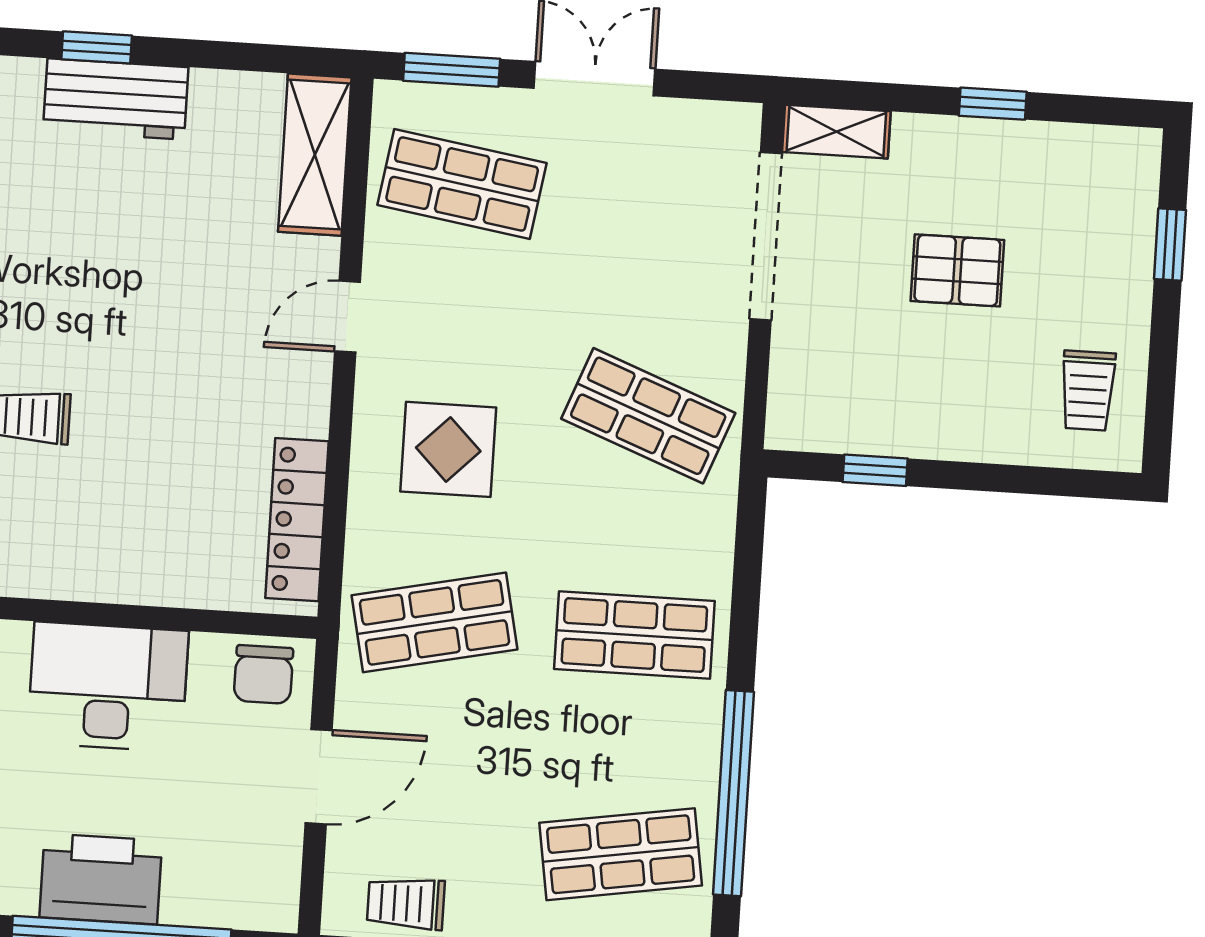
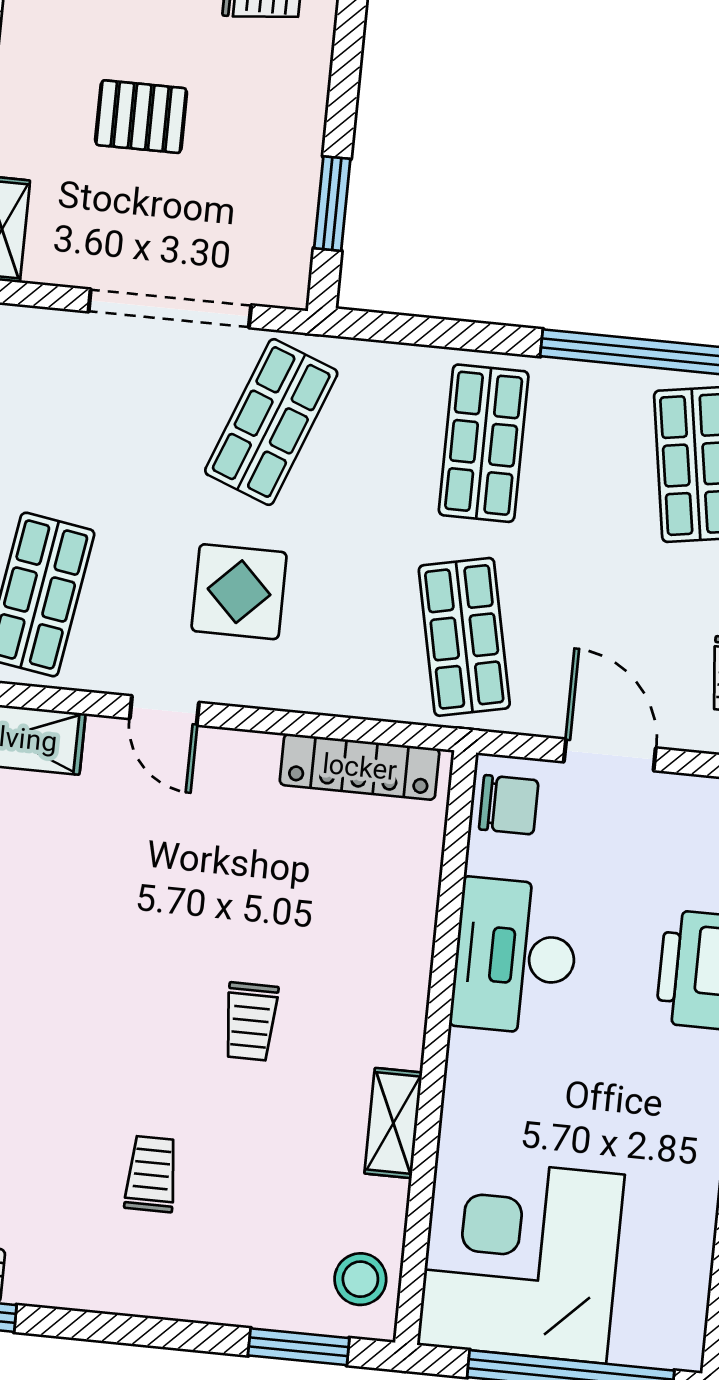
doorway: (766, 236) -> (170, 308), moved
pallet: (957, 270) -> (141, 117), turned 90
display table: (448, 449) -> (239, 592), moved
window: (875, 470) -> (332, 204), width x1.50

